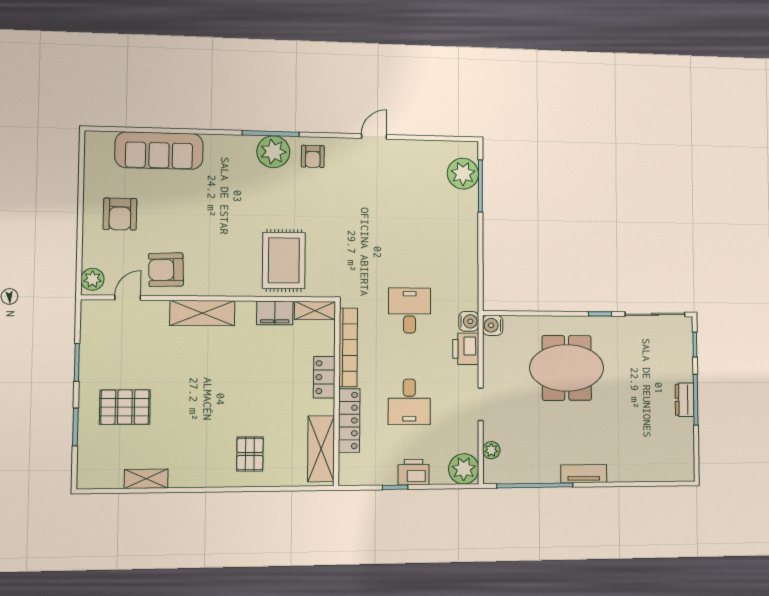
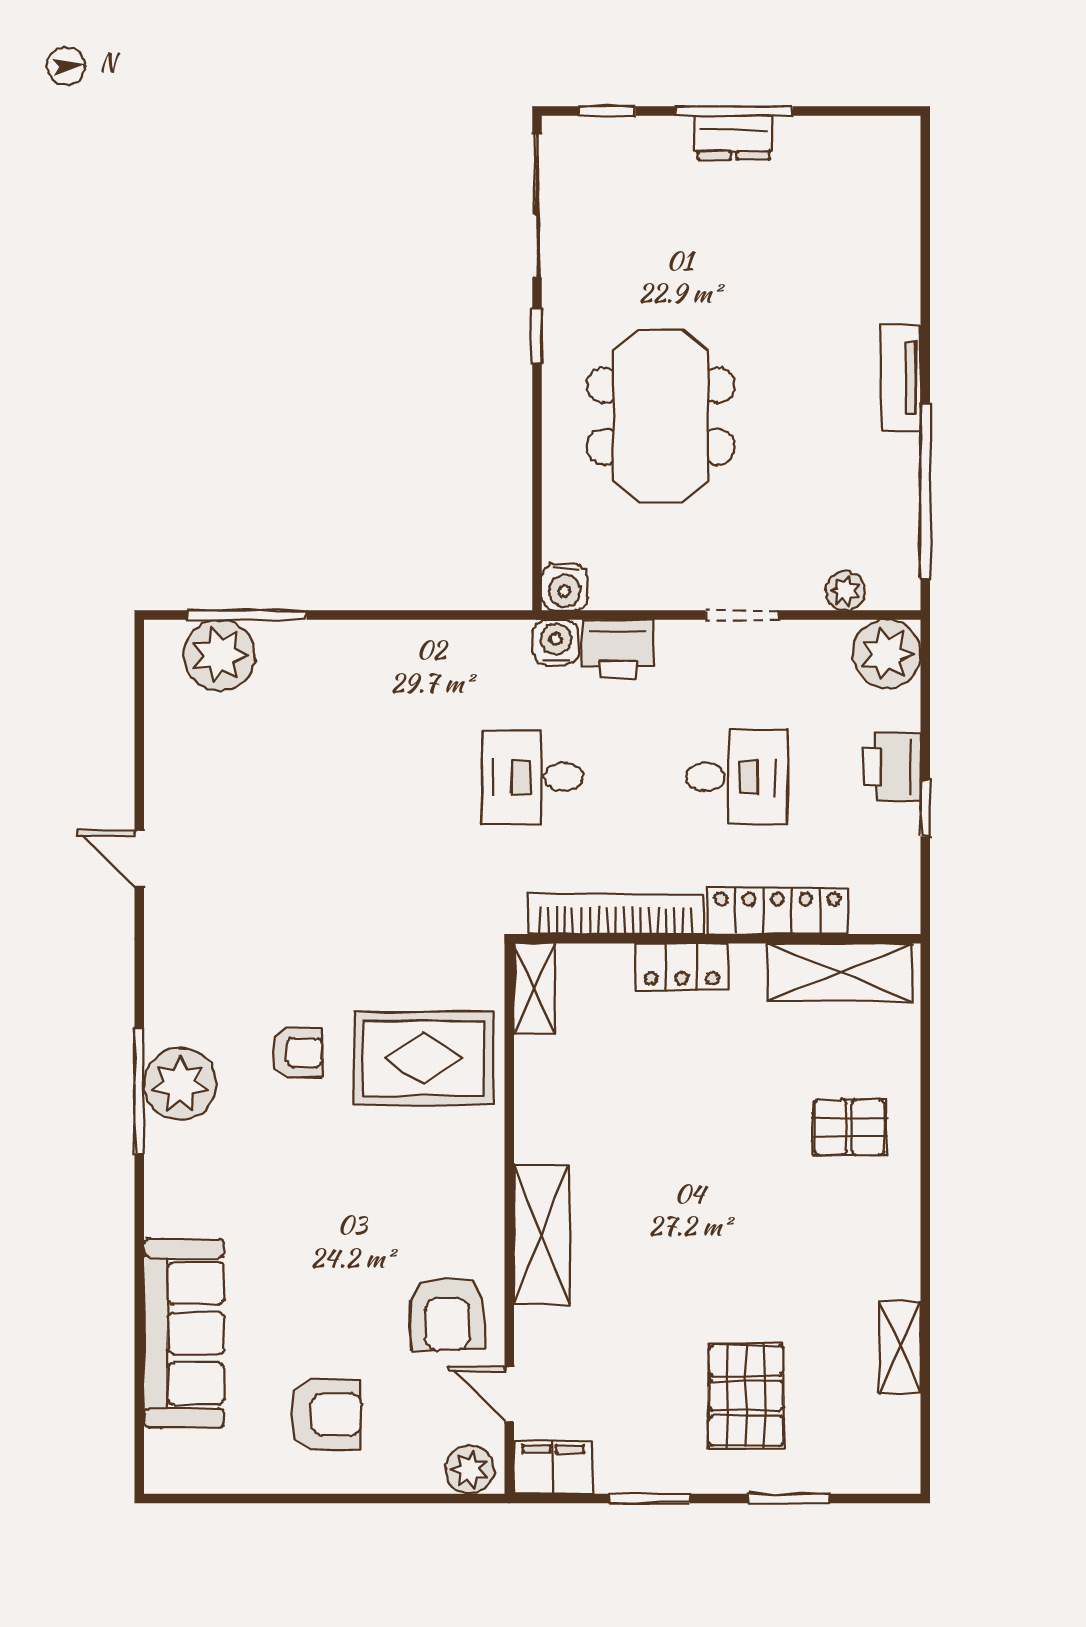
armchair: (313, 156) -> (297, 1053), moved
filing cabinet: (275, 313) -> (553, 1467), moved, turned -90

